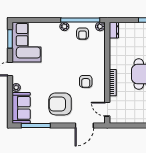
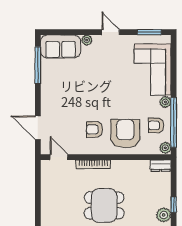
corner sofa: (26, 42) -> (153, 69), moved, turned 90
armchair: (60, 104) -> (125, 134), moved
door: (107, 109) -> (59, 157), hinge flipped

